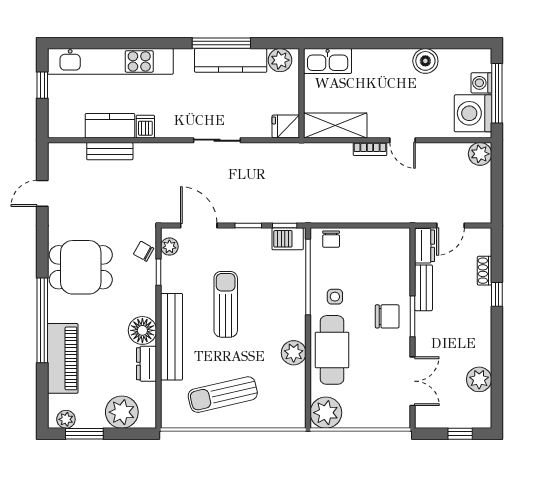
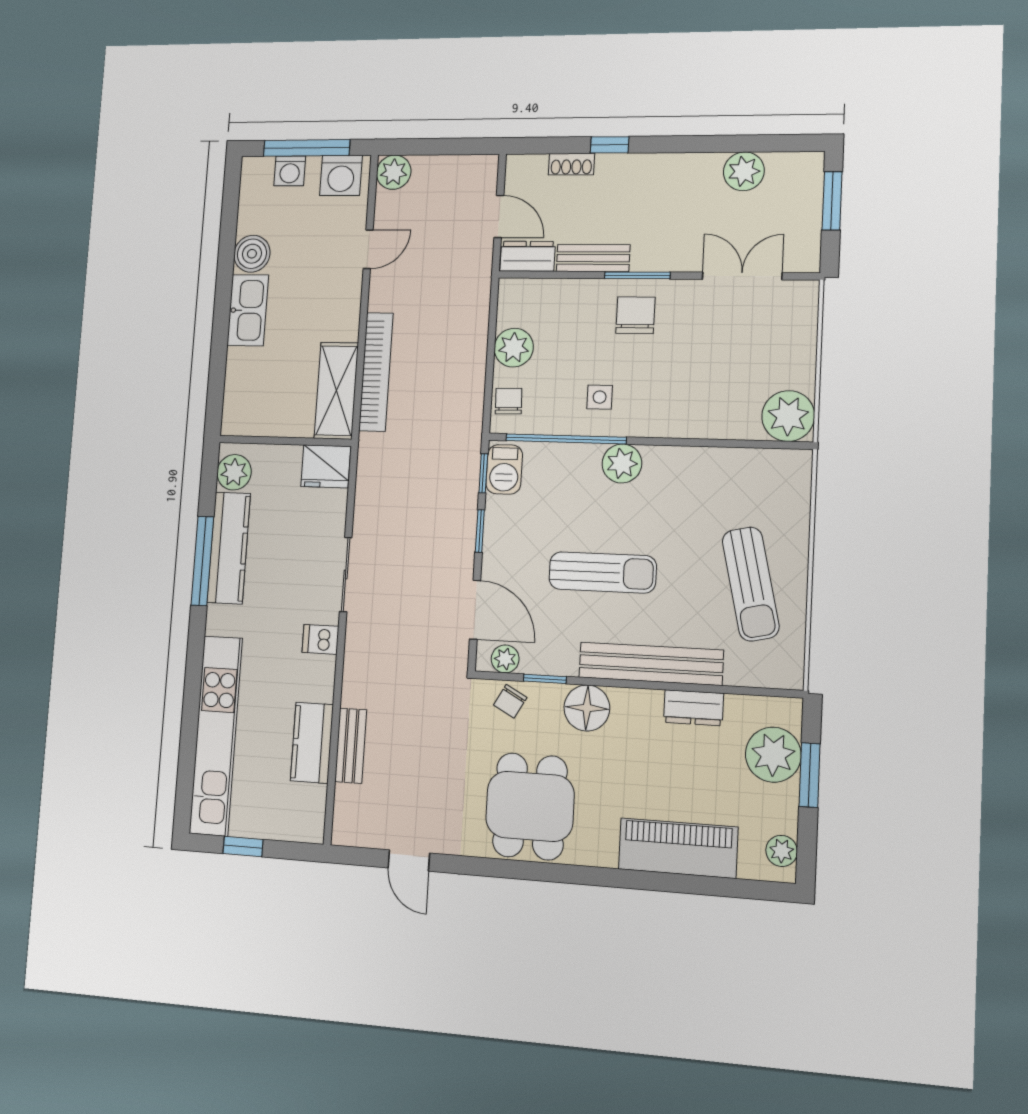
kitchen sink: (328, 61) -> (248, 310), moved
washing machine: (473, 113) -> (341, 176), width x0.73, depth x0.73
fridge: (286, 126) -> (326, 466), width x1.38
dishwasher: (145, 127) -> (320, 639), moved
door: (403, 140) -> (368, 249), moved
bookcase: (370, 149) -> (376, 372), width x2.31, depth x1.31
door: (199, 226) -> (475, 610), swing flipped
chair: (331, 239) -> (509, 401), turned -92
plant: (365, 240) -> (514, 348), added
sun lounger: (226, 304) -> (603, 572), turned 180
window: (42, 320) -> (613, 878), removed
floor lamp: (142, 330) -> (587, 708), moved
cafe table: (332, 350) -> (685, 404), removed
plant: (294, 353) -> (622, 463), moved
window: (84, 434) -> (810, 775), moved
window: (460, 434) -> (832, 201), width x1.50

